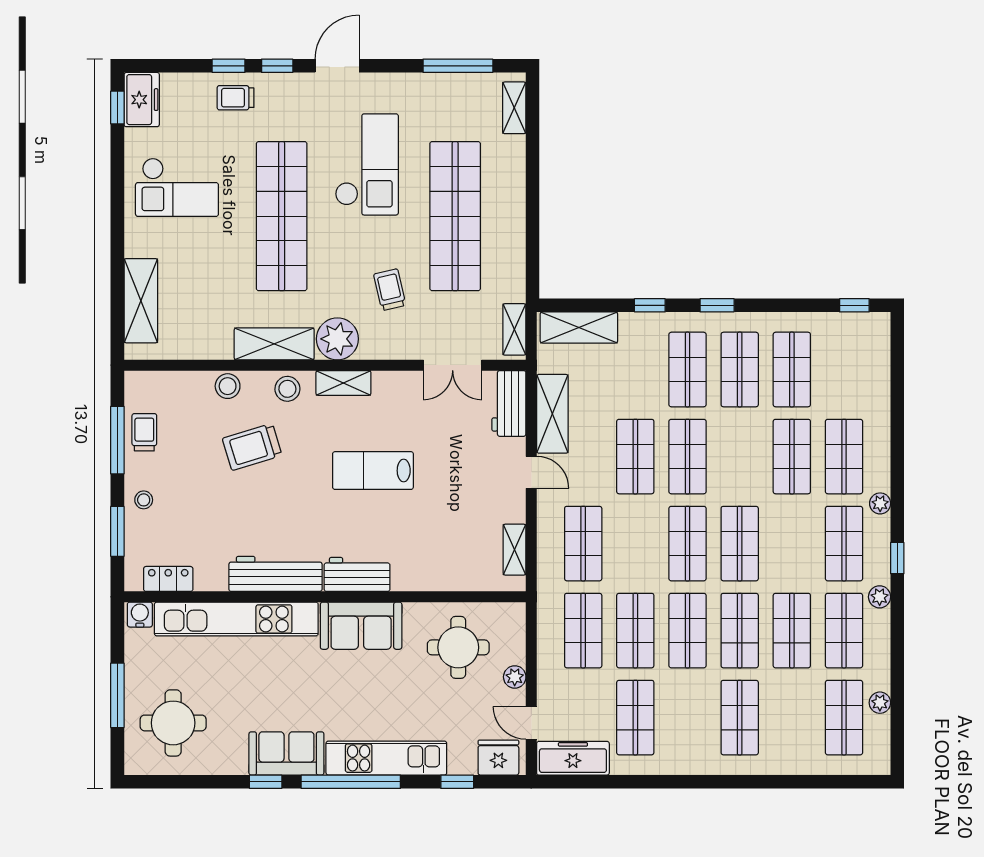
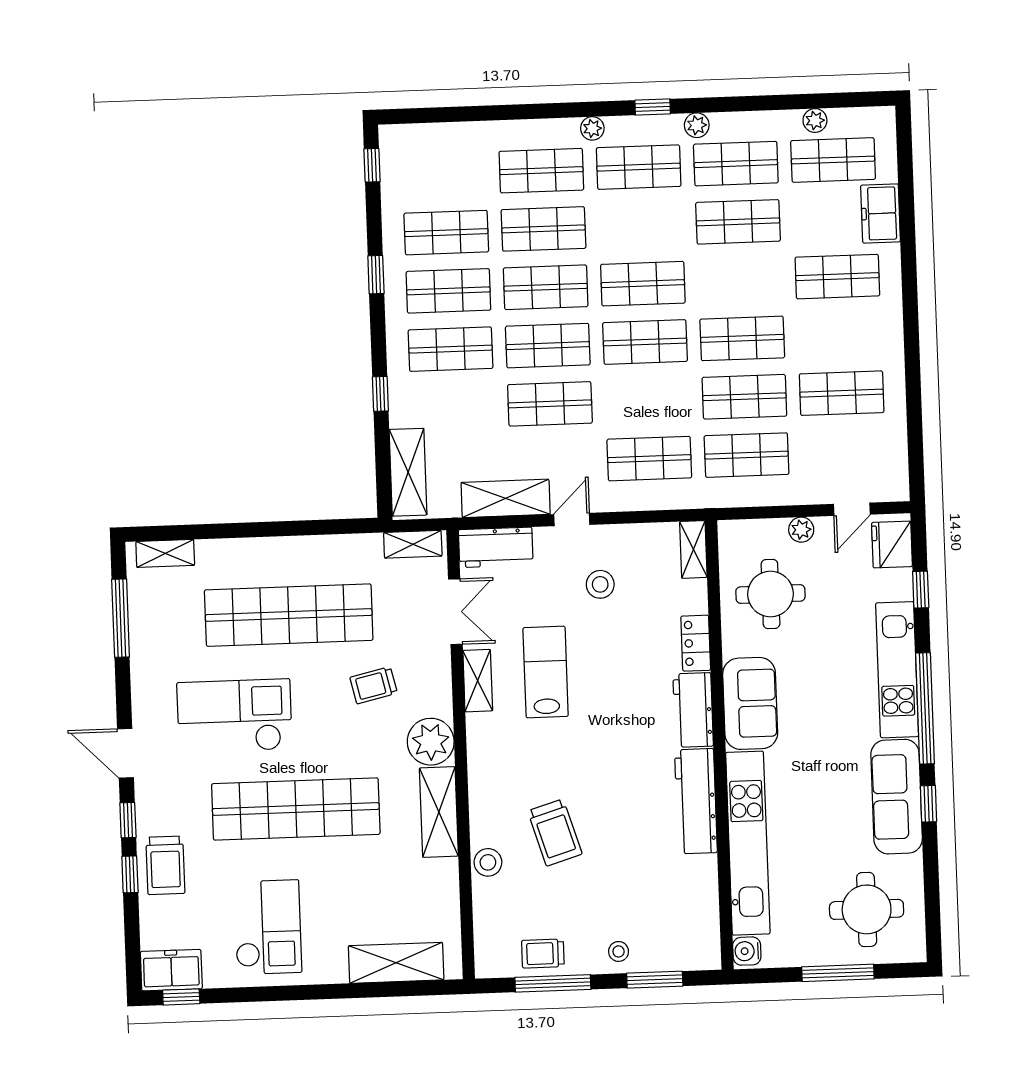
trolley: (236, 98) -> (165, 865), width x1.36, depth x1.39
window: (717, 305) -> (376, 275), moved
shelving: (343, 383) -> (478, 681), moved
stool: (287, 389) -> (600, 584), moved
lab bench: (373, 471) -> (546, 672), moved, turned 180
shelving: (514, 550) -> (693, 549), moved, turned 90
locker: (168, 579) -> (696, 643), moved
shop shelf: (740, 631) -> (546, 287), moved
sofa: (286, 753) -> (897, 797), width x1.36
freezer: (573, 758) -> (881, 213), moved, width x0.71

